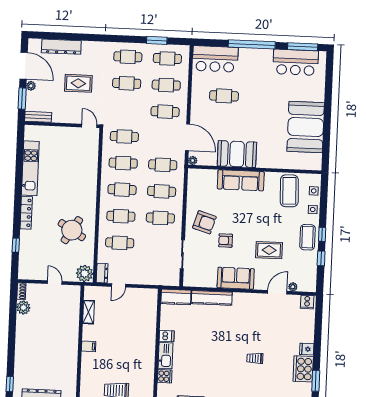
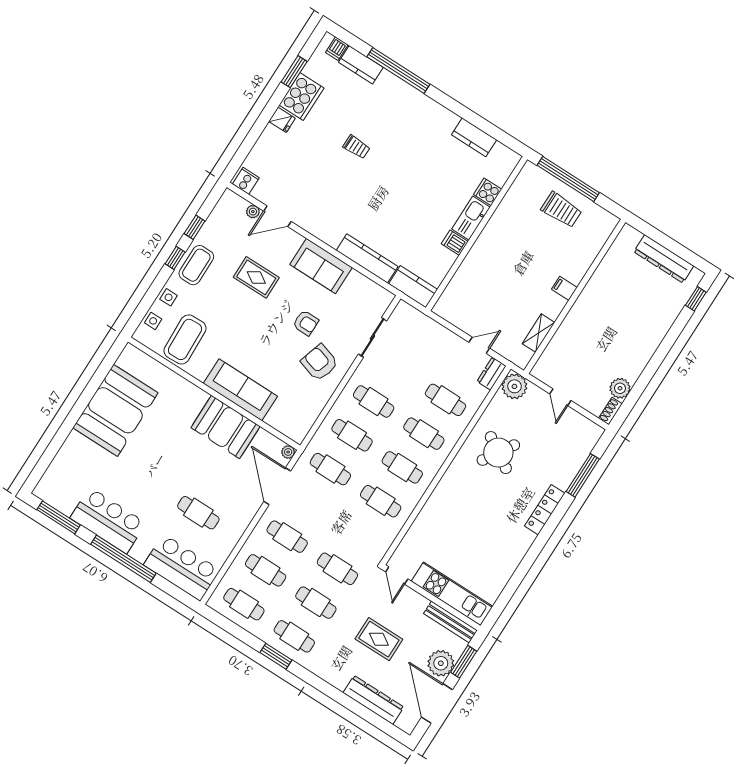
window: (157, 40) -> (276, 656), moved
bar counter: (296, 62) -> (108, 520), moved
plant: (31, 86) -> (441, 663), width x1.88, depth x1.88
bench: (38, 117) -> (450, 622), width x1.36
cafe table: (124, 136) -> (337, 569), moved
kitchen unit: (30, 168) -> (452, 594), moved, turned 90
window: (16, 245) -> (583, 475), width x2.17

